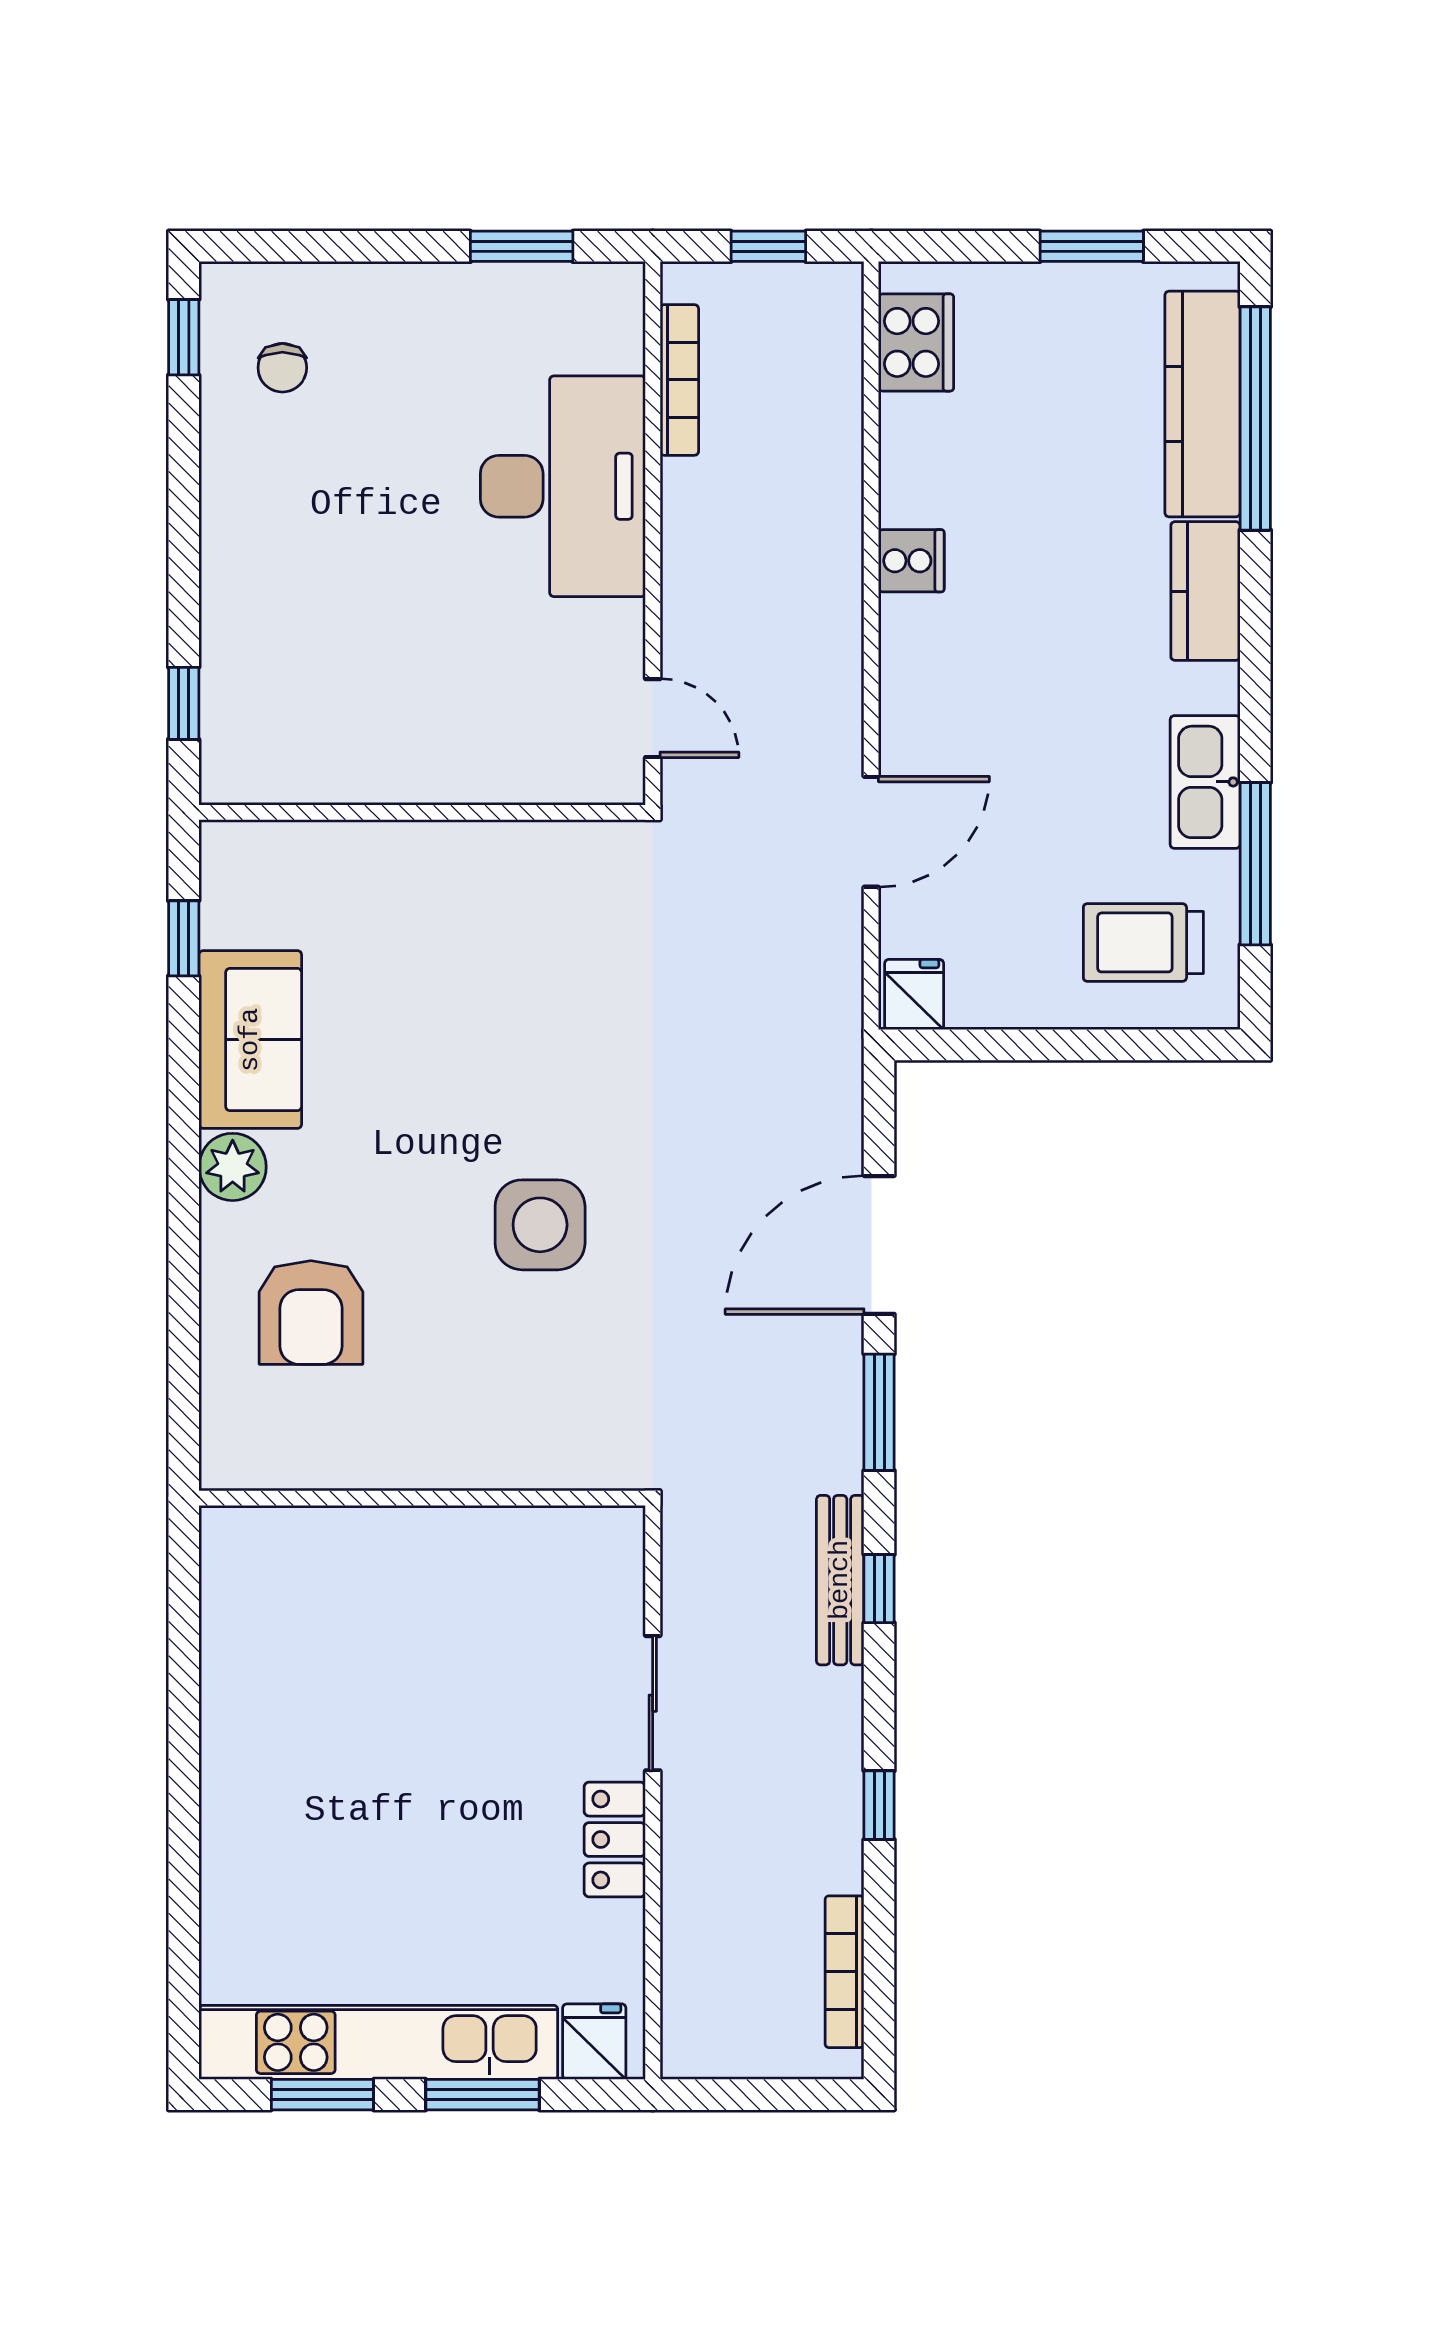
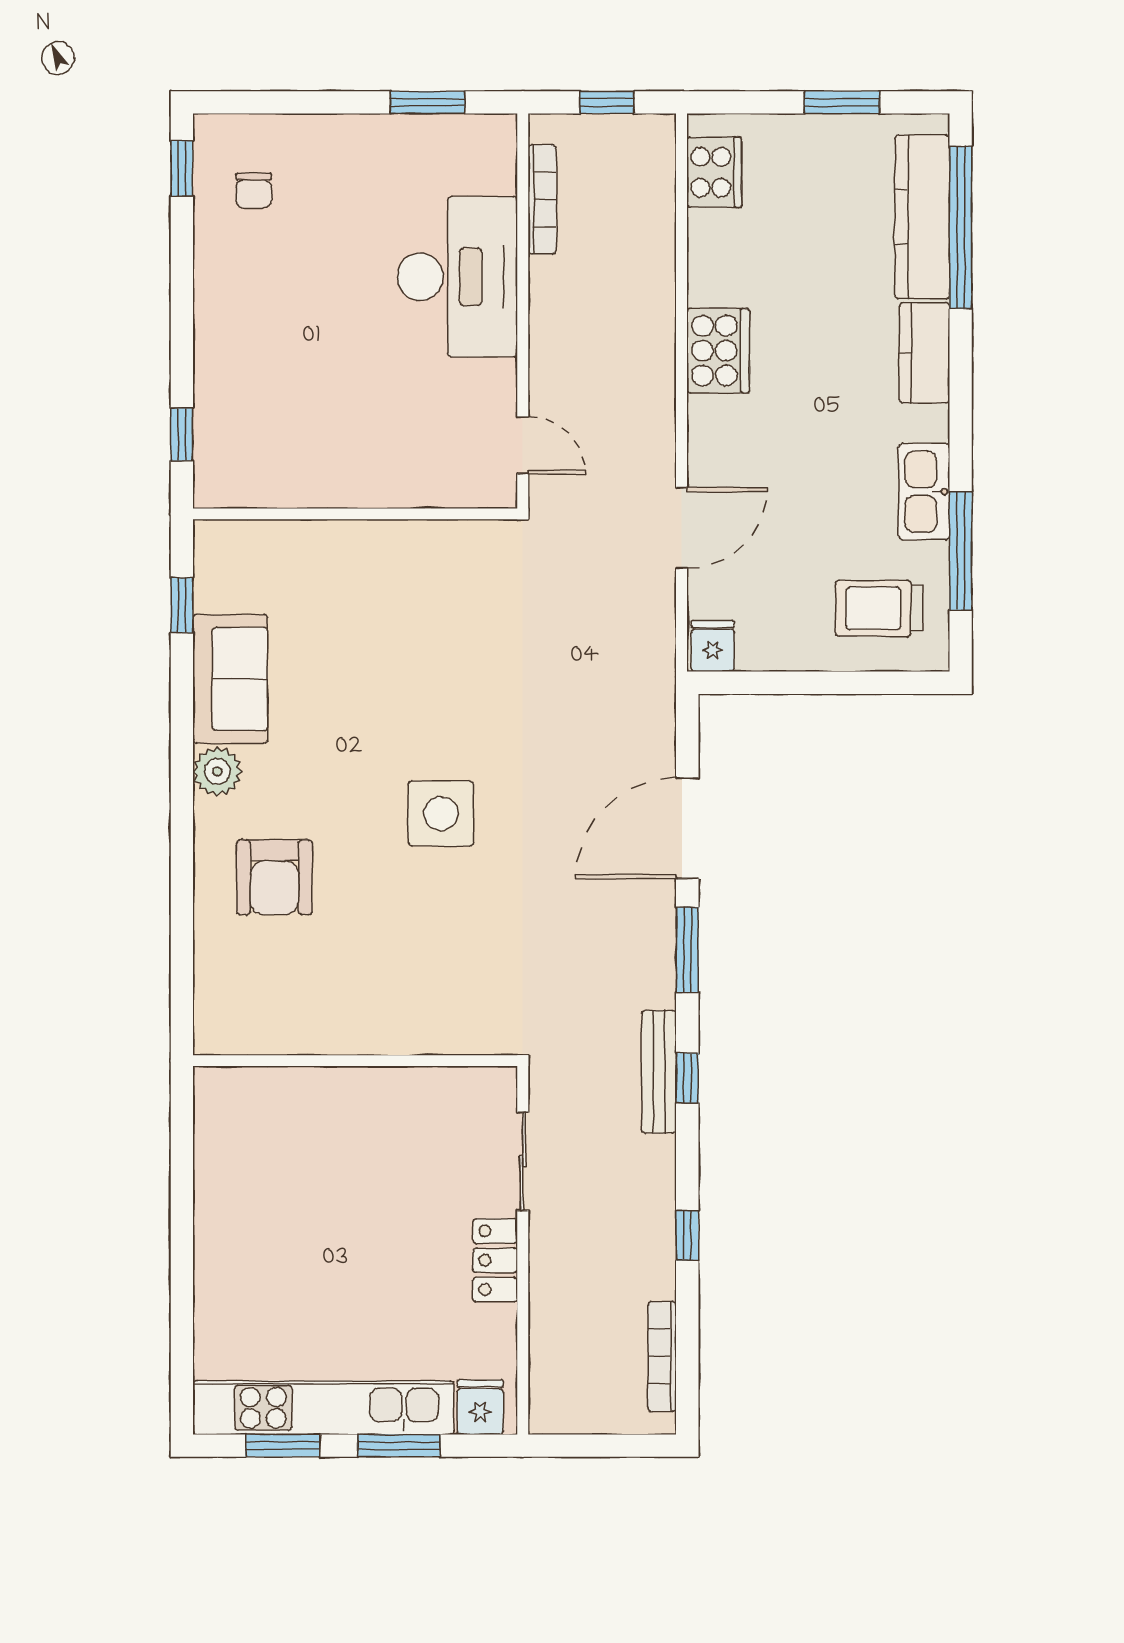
cooker: (911, 561) -> (718, 351), width x1.87, depth x1.31
wall: (422, 1498) -> (355, 1061), moved

